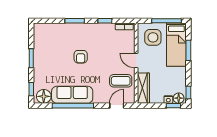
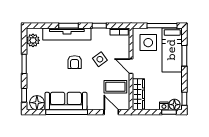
tv unit: (73, 29) -> (67, 34), added
plant: (40, 35) -> (33, 40), added
side table: (105, 54) -> (100, 59), added
door: (117, 106) -> (111, 112), hinge flipped

